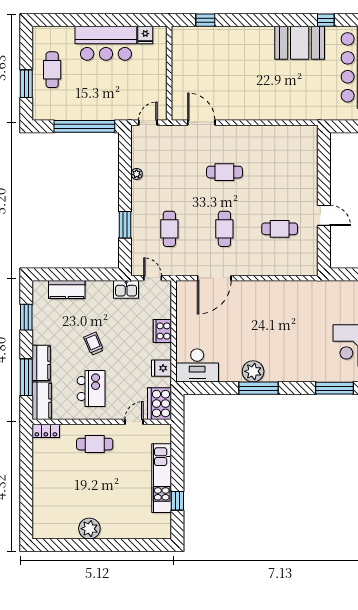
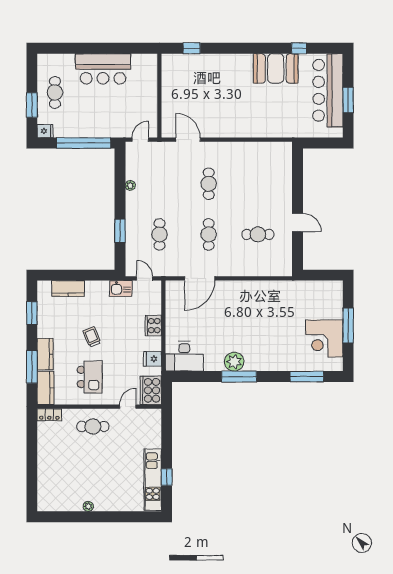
fridge: (145, 35) -> (45, 131), moved, turned -90
cafe table: (224, 172) -> (209, 184), turned 90
kitchen unit: (162, 478) -> (153, 480), moved
plant: (89, 529) -> (88, 506), width x0.53, depth x0.53

